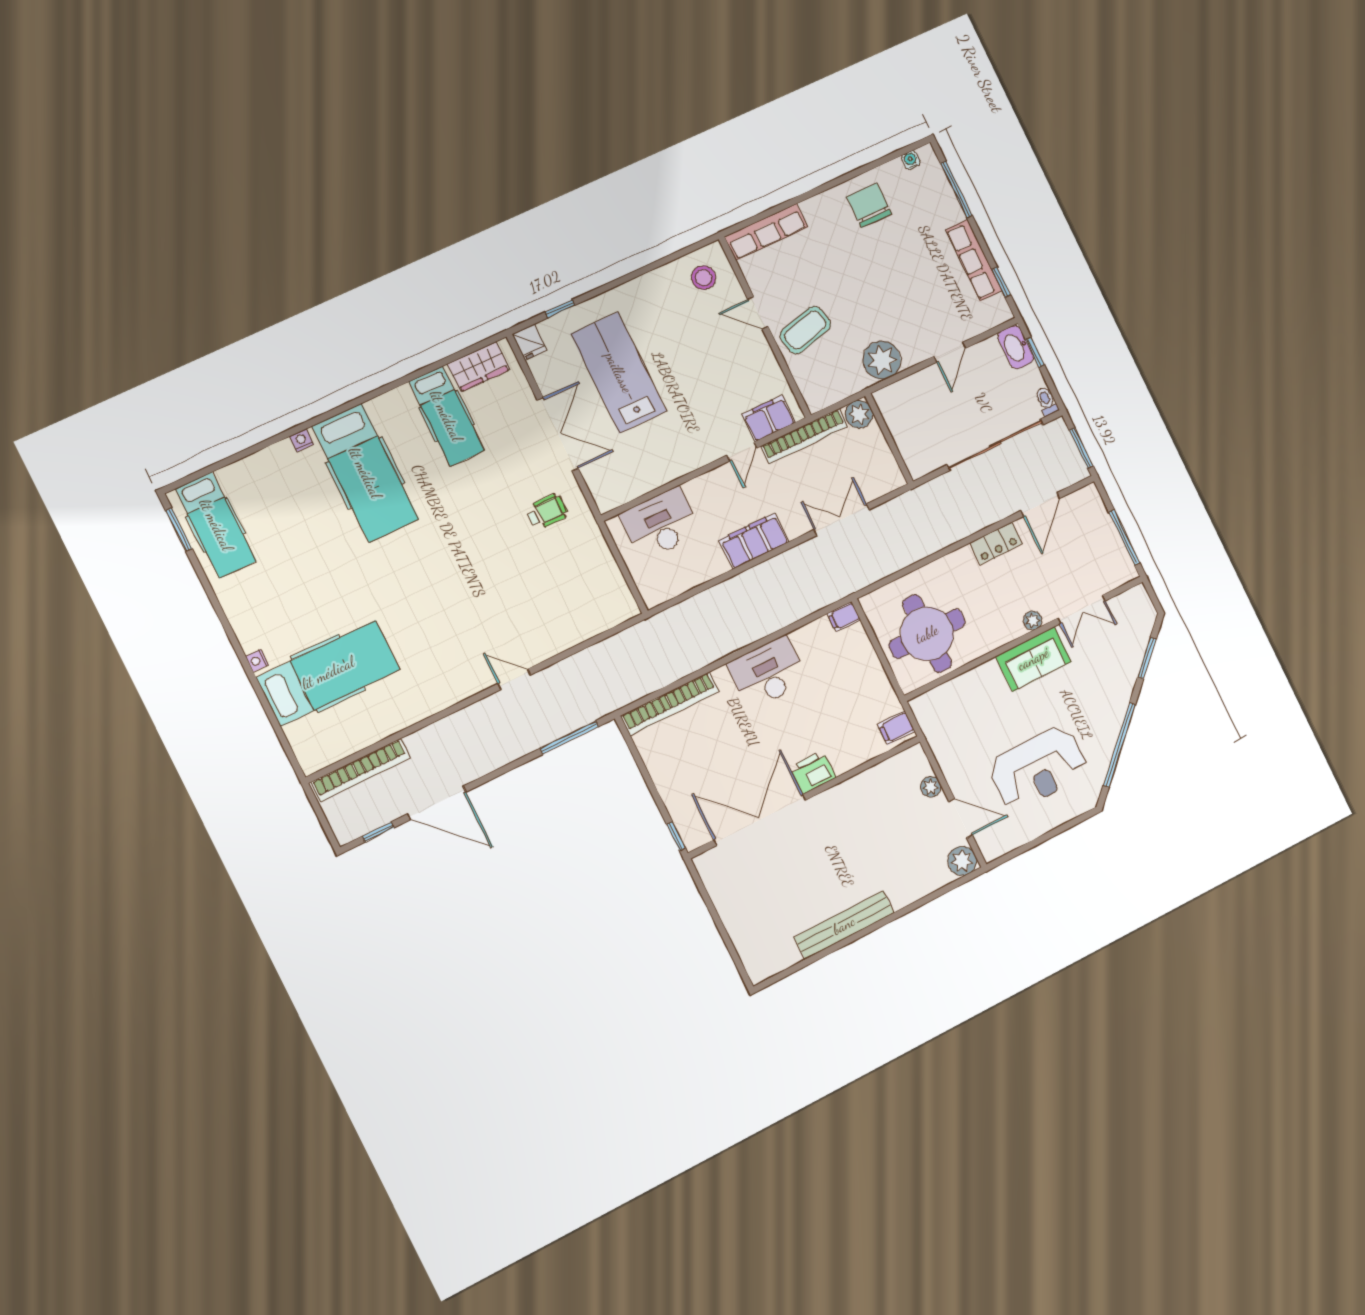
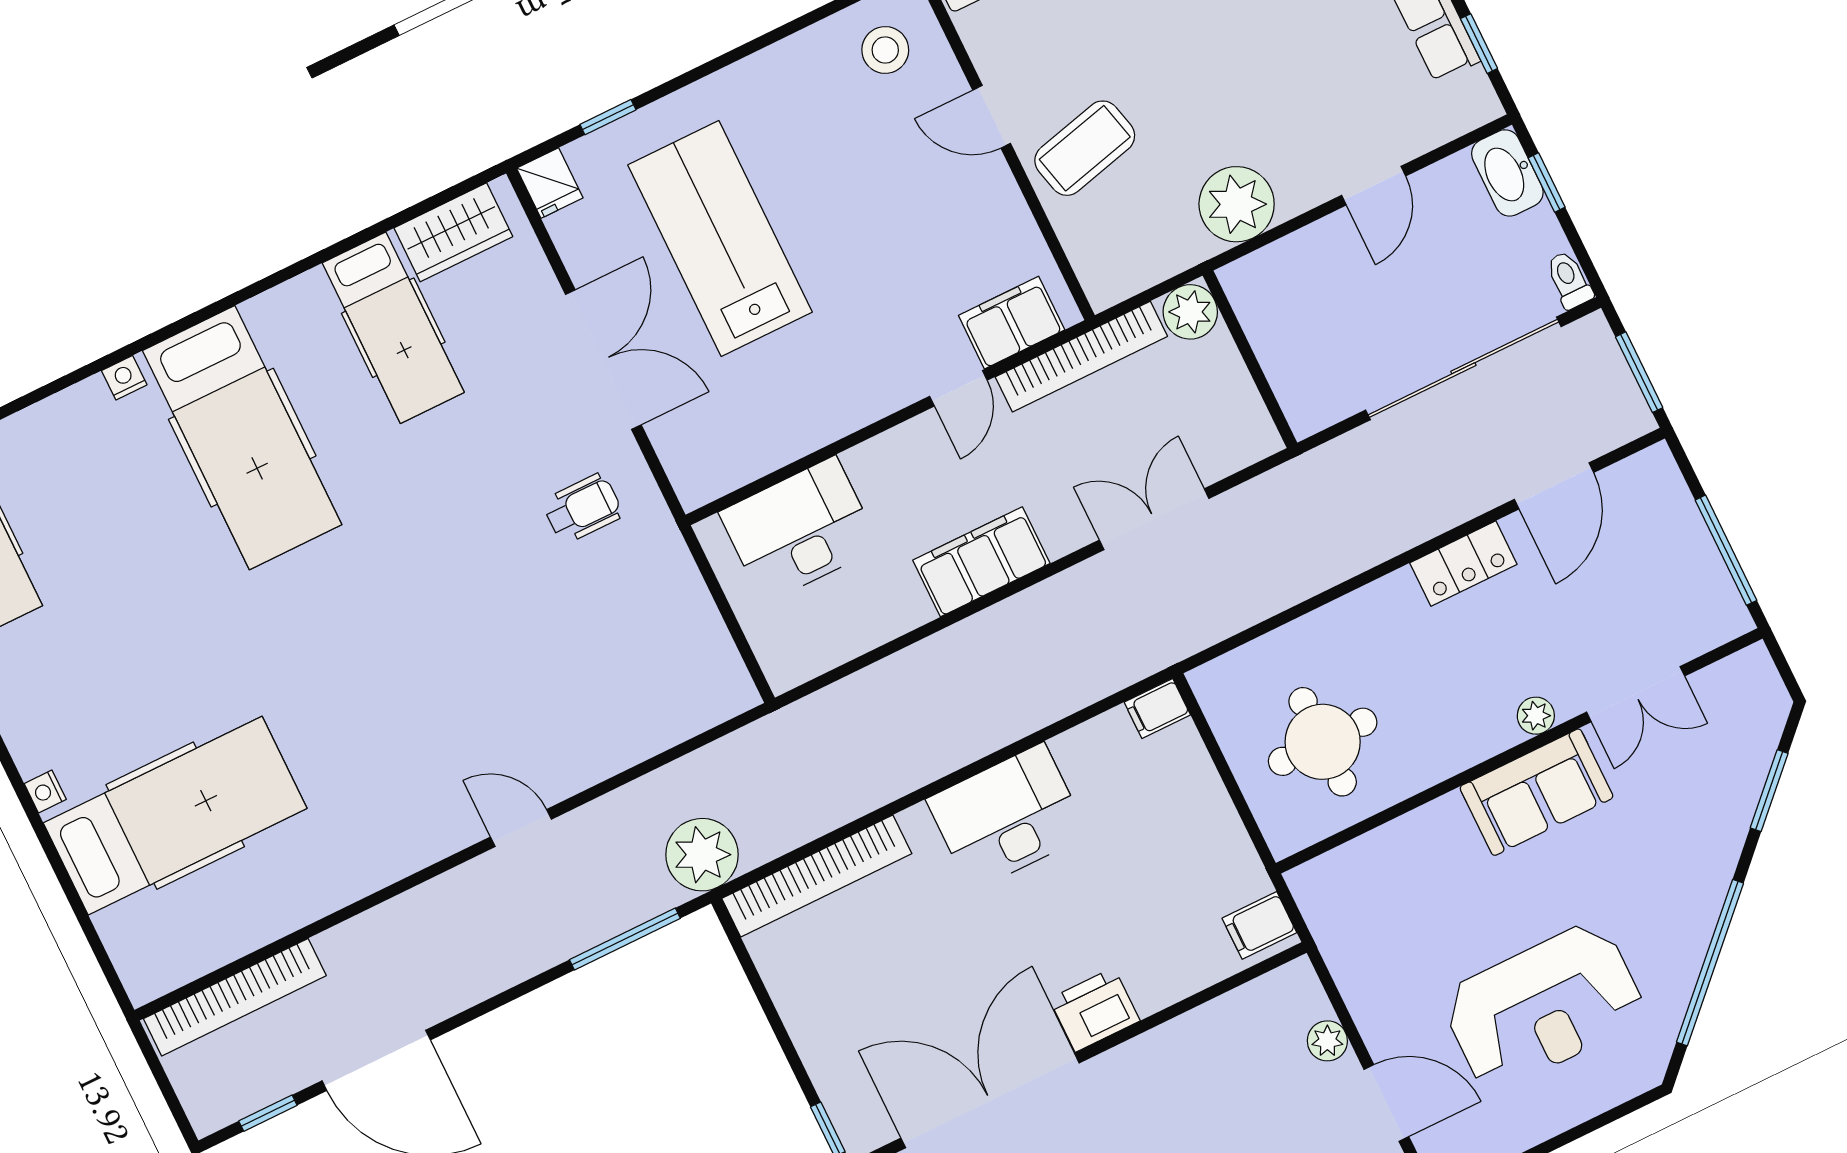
round table: (927, 634) -> (1323, 742), width x0.73, depth x0.73
plant: (610, 693) -> (702, 855), added

